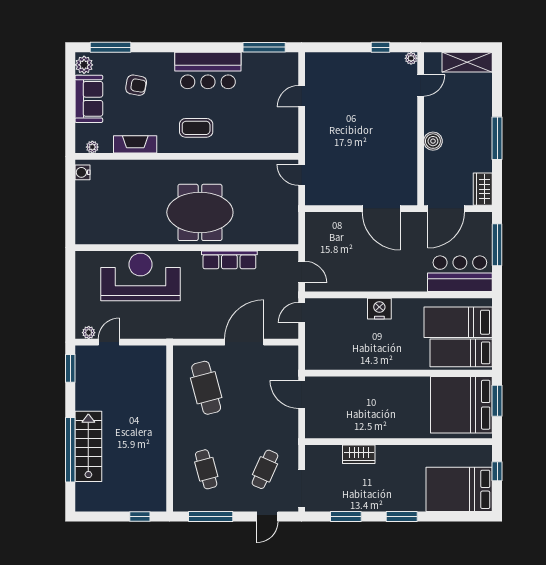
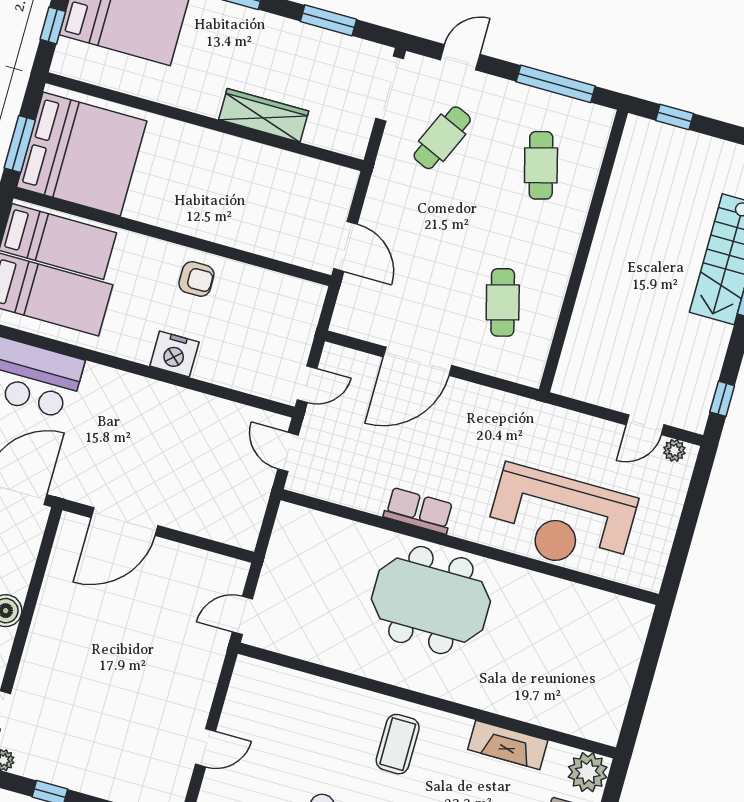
coffee table: (196, 128) -> (398, 744), turned 90
plant: (92, 147) -> (588, 772), width x1.88, depth x1.88
water cooler: (82, 172) -> (610, 723), removed
door: (302, 175) -> (242, 616), swing flipped
door: (381, 209) -> (124, 522), swing flipped
row of seats: (229, 260) -> (419, 511), width x0.68
armchair: (379, 353) -> (196, 279), added
window: (70, 368) -> (722, 399), width x0.67
cafe table: (206, 388) -> (503, 302), width x0.73, depth x0.74
wardrobe: (359, 454) -> (264, 115), width x1.50

